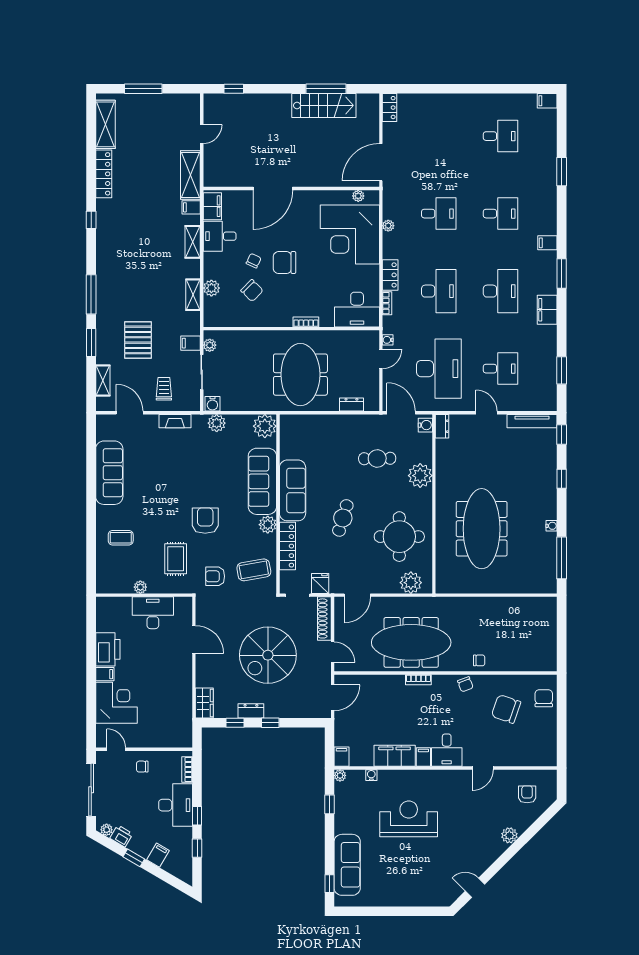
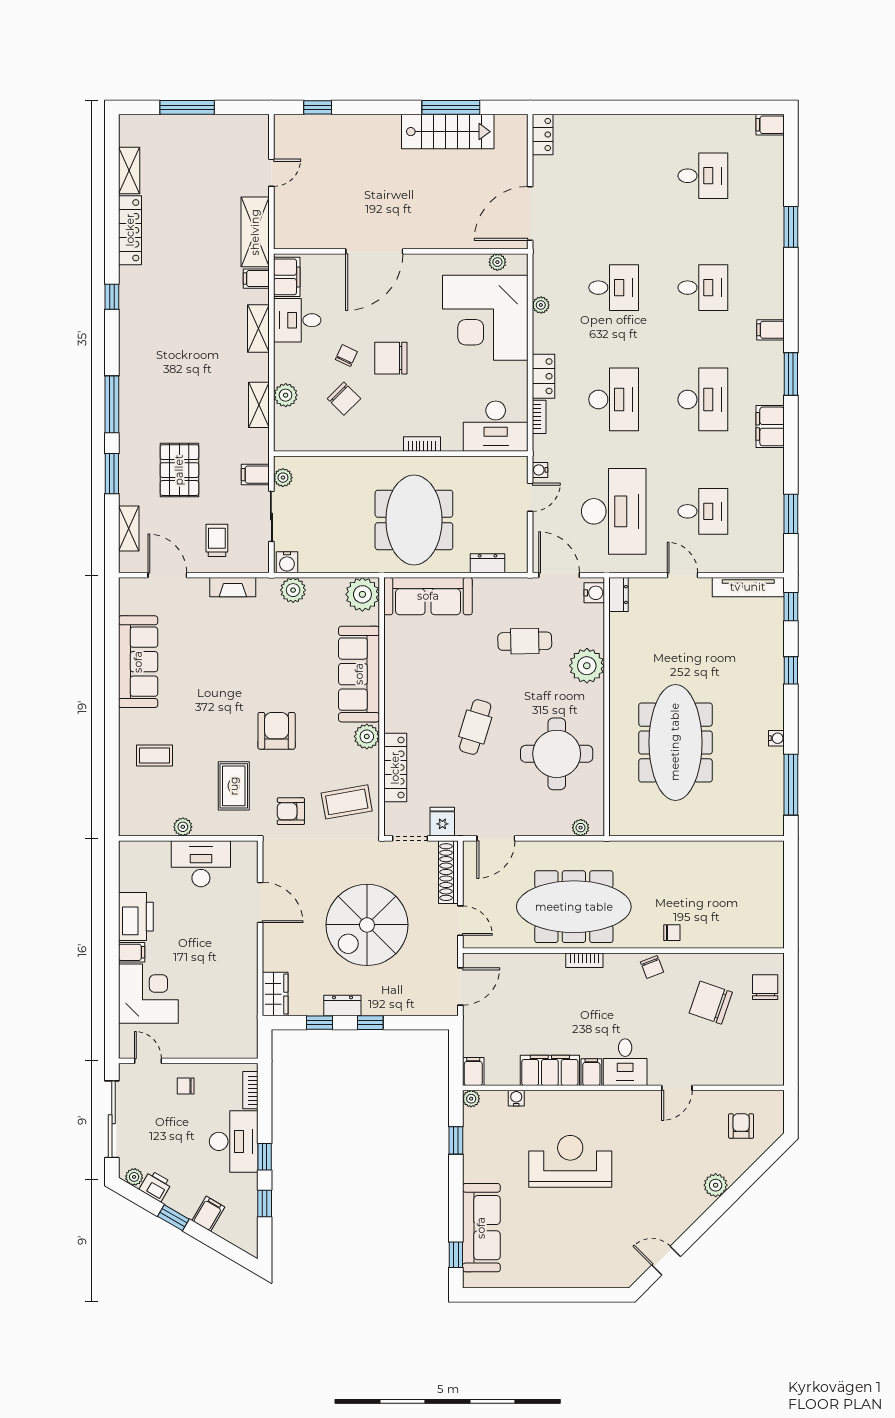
shelving: (105, 124) -> (129, 170), width x0.67, depth x0.75
sofa: (293, 490) -> (428, 596), moved, turned 90
plant: (411, 583) -> (581, 828), width x0.53, depth x0.53

